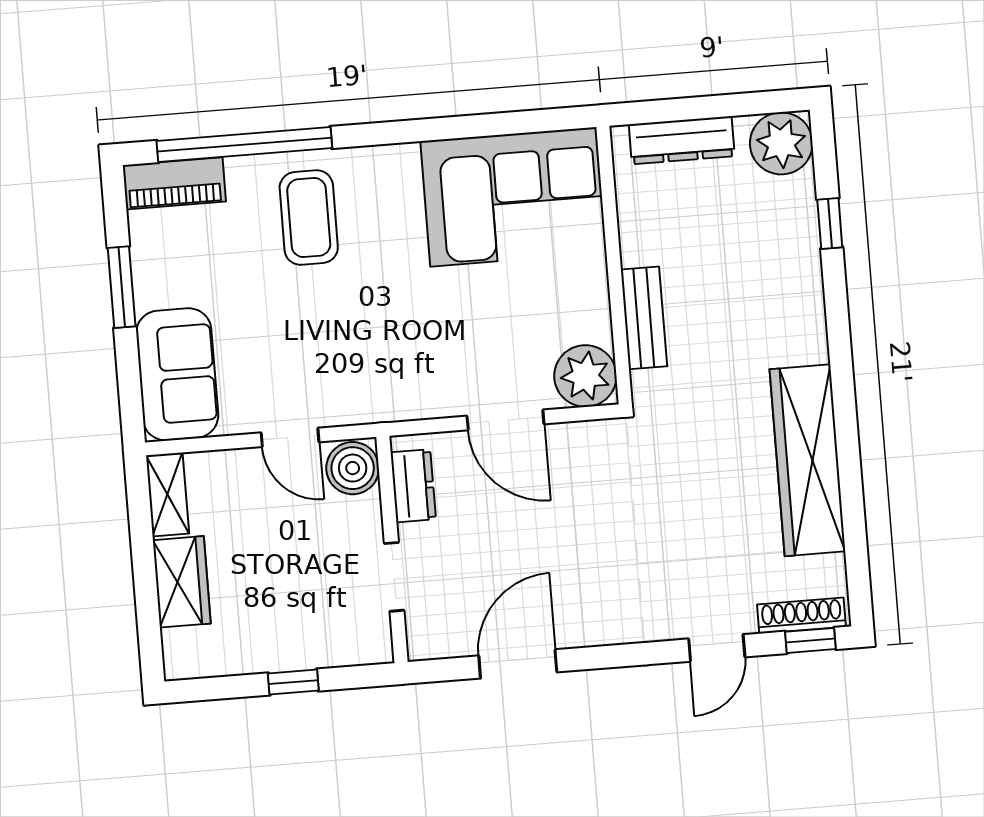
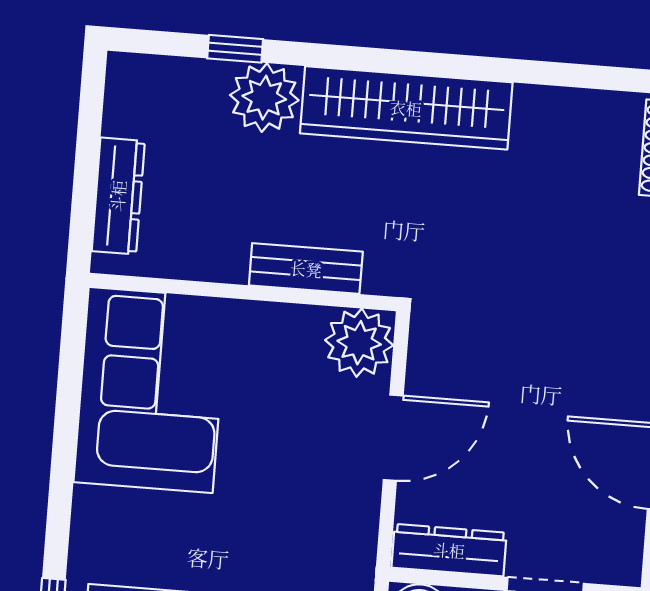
plant: (781, 143) -> (264, 98), moved
wardrobe: (808, 460) -> (406, 108), moved
dresser: (413, 486) -> (449, 550), width x1.44

